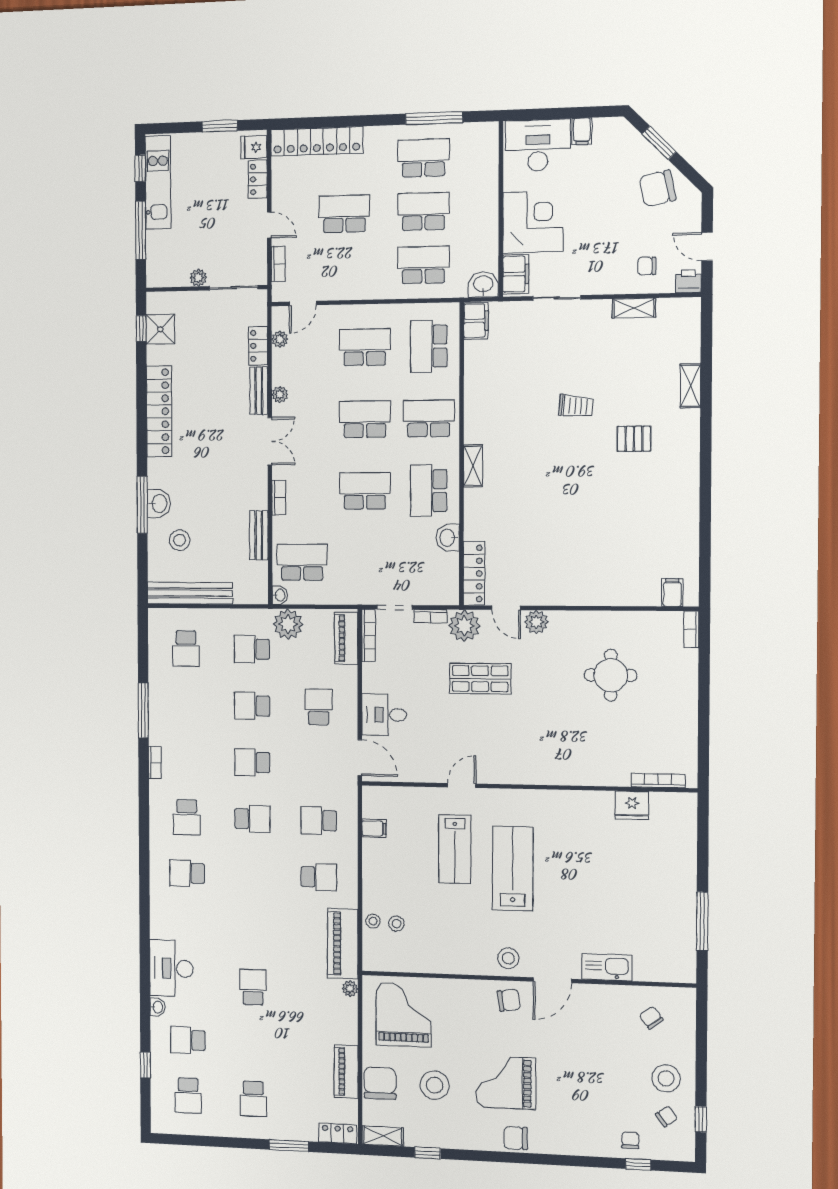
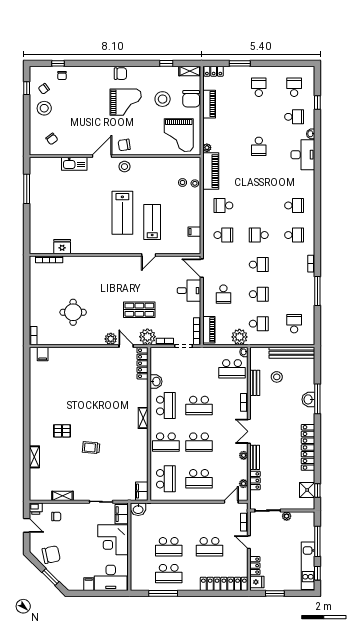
school desk: (423, 265) -> (169, 520), removed
stool: (180, 540) -> (277, 377), moved
school desk: (187, 817) -> (294, 235), turned 90

